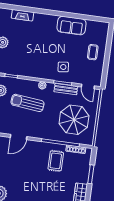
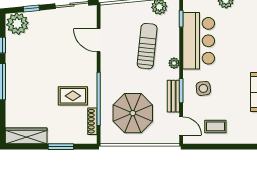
coffee table: (93, 52) -> (215, 126), moved
bar counter: (29, 66) -> (199, 41), added
door: (88, 86) -> (181, 126), swing flipped

